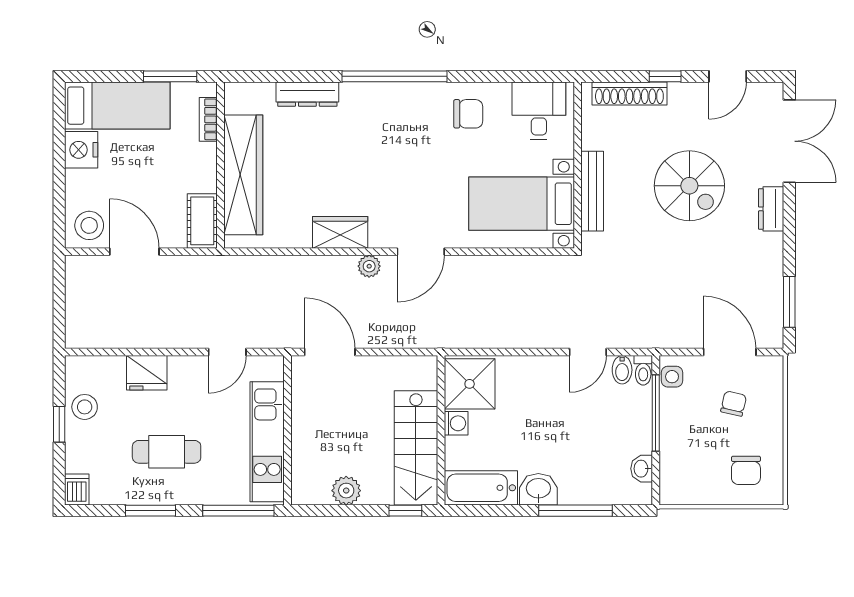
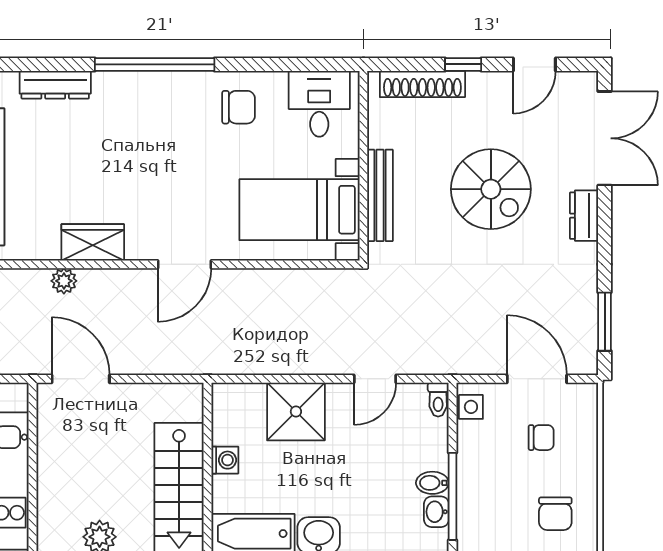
plant: (369, 266) -> (64, 281), moved
bidet: (622, 370) -> (432, 483), moved, turned 90
shower: (470, 384) -> (296, 412), moved
chair: (734, 404) -> (541, 438), turned 77
window: (656, 413) -> (452, 496), moved

